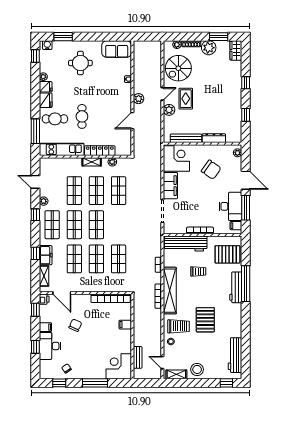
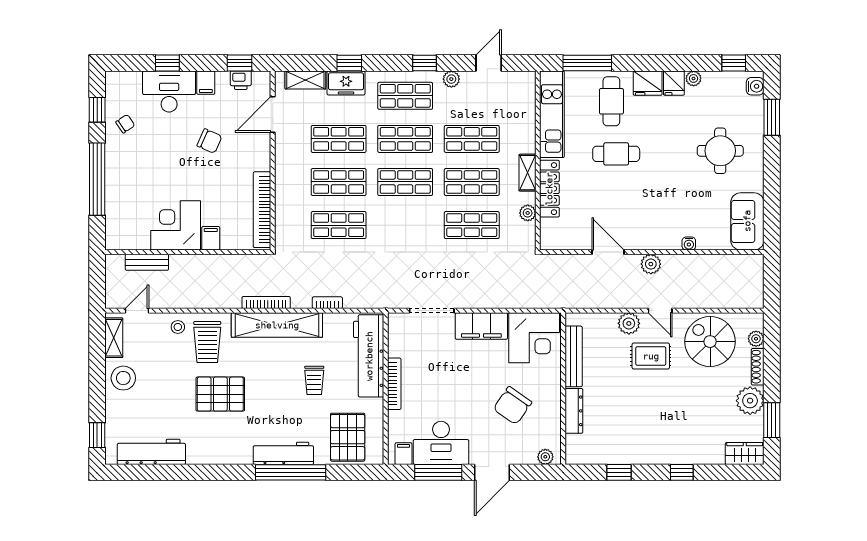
printer: (44, 299) -> (241, 80), moved
corner desk: (119, 366) -> (176, 225), moved, turned -90
window: (95, 383) -> (97, 179), width x1.46

